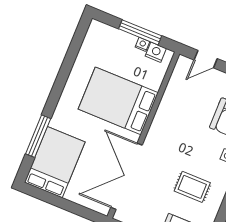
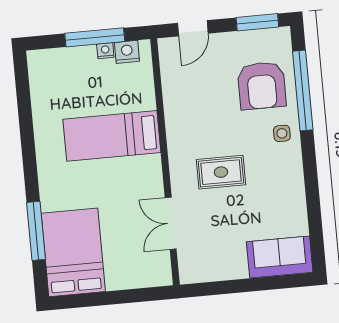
bed: (118, 101) -> (112, 136), width x0.67
double door: (127, 176) -> (171, 223), width x0.54
rug: (192, 187) -> (221, 172), moved

